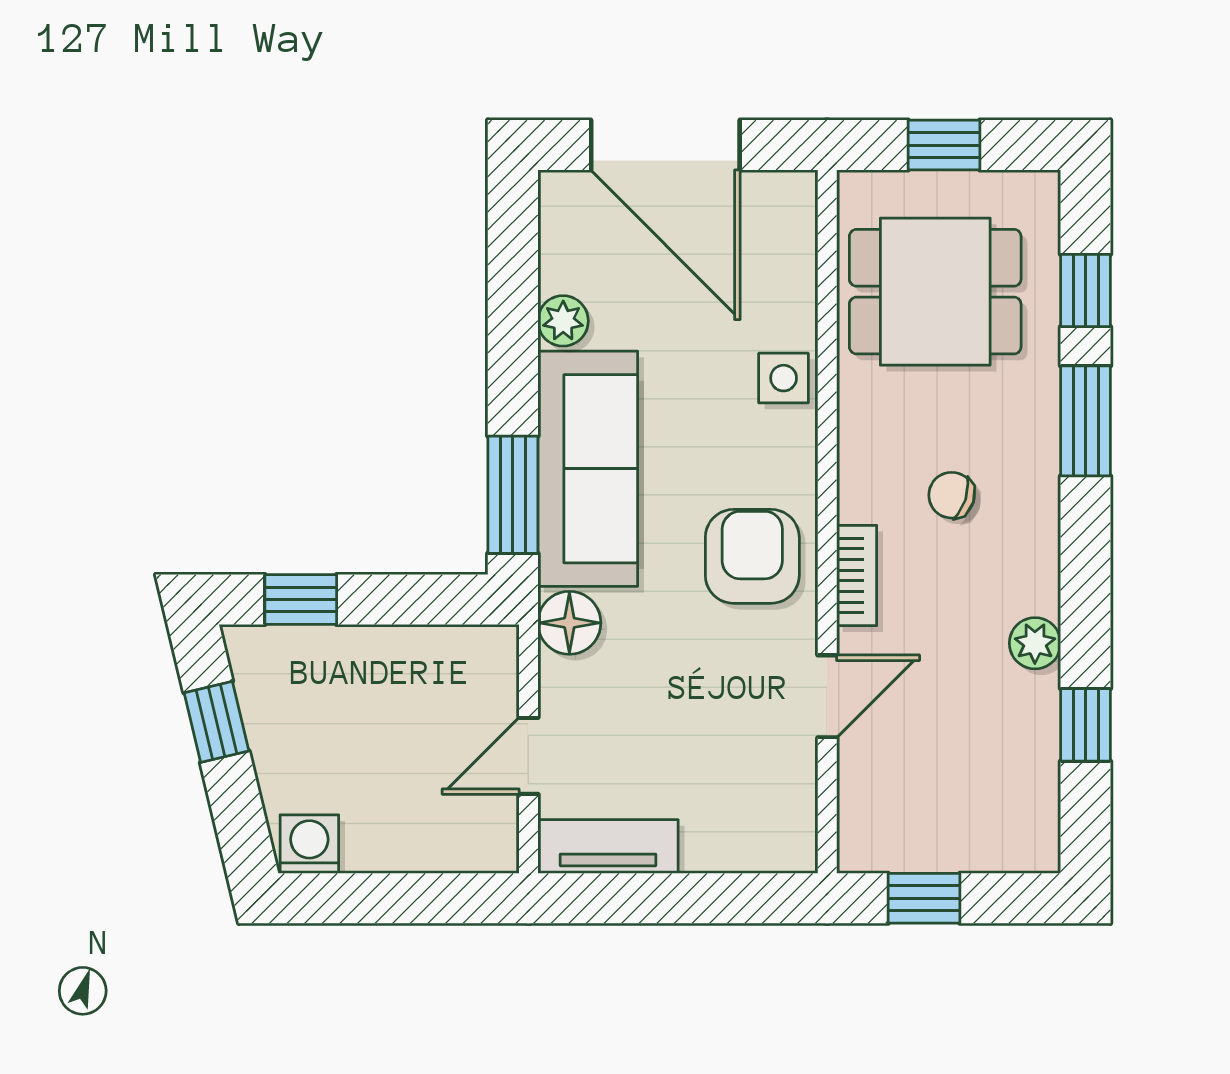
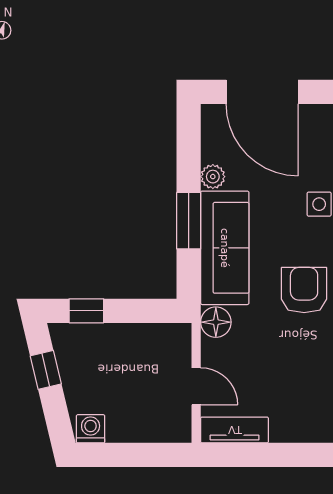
window: (513, 495) -> (189, 221), moved
door: (528, 756) -> (196, 386), swing flipped

